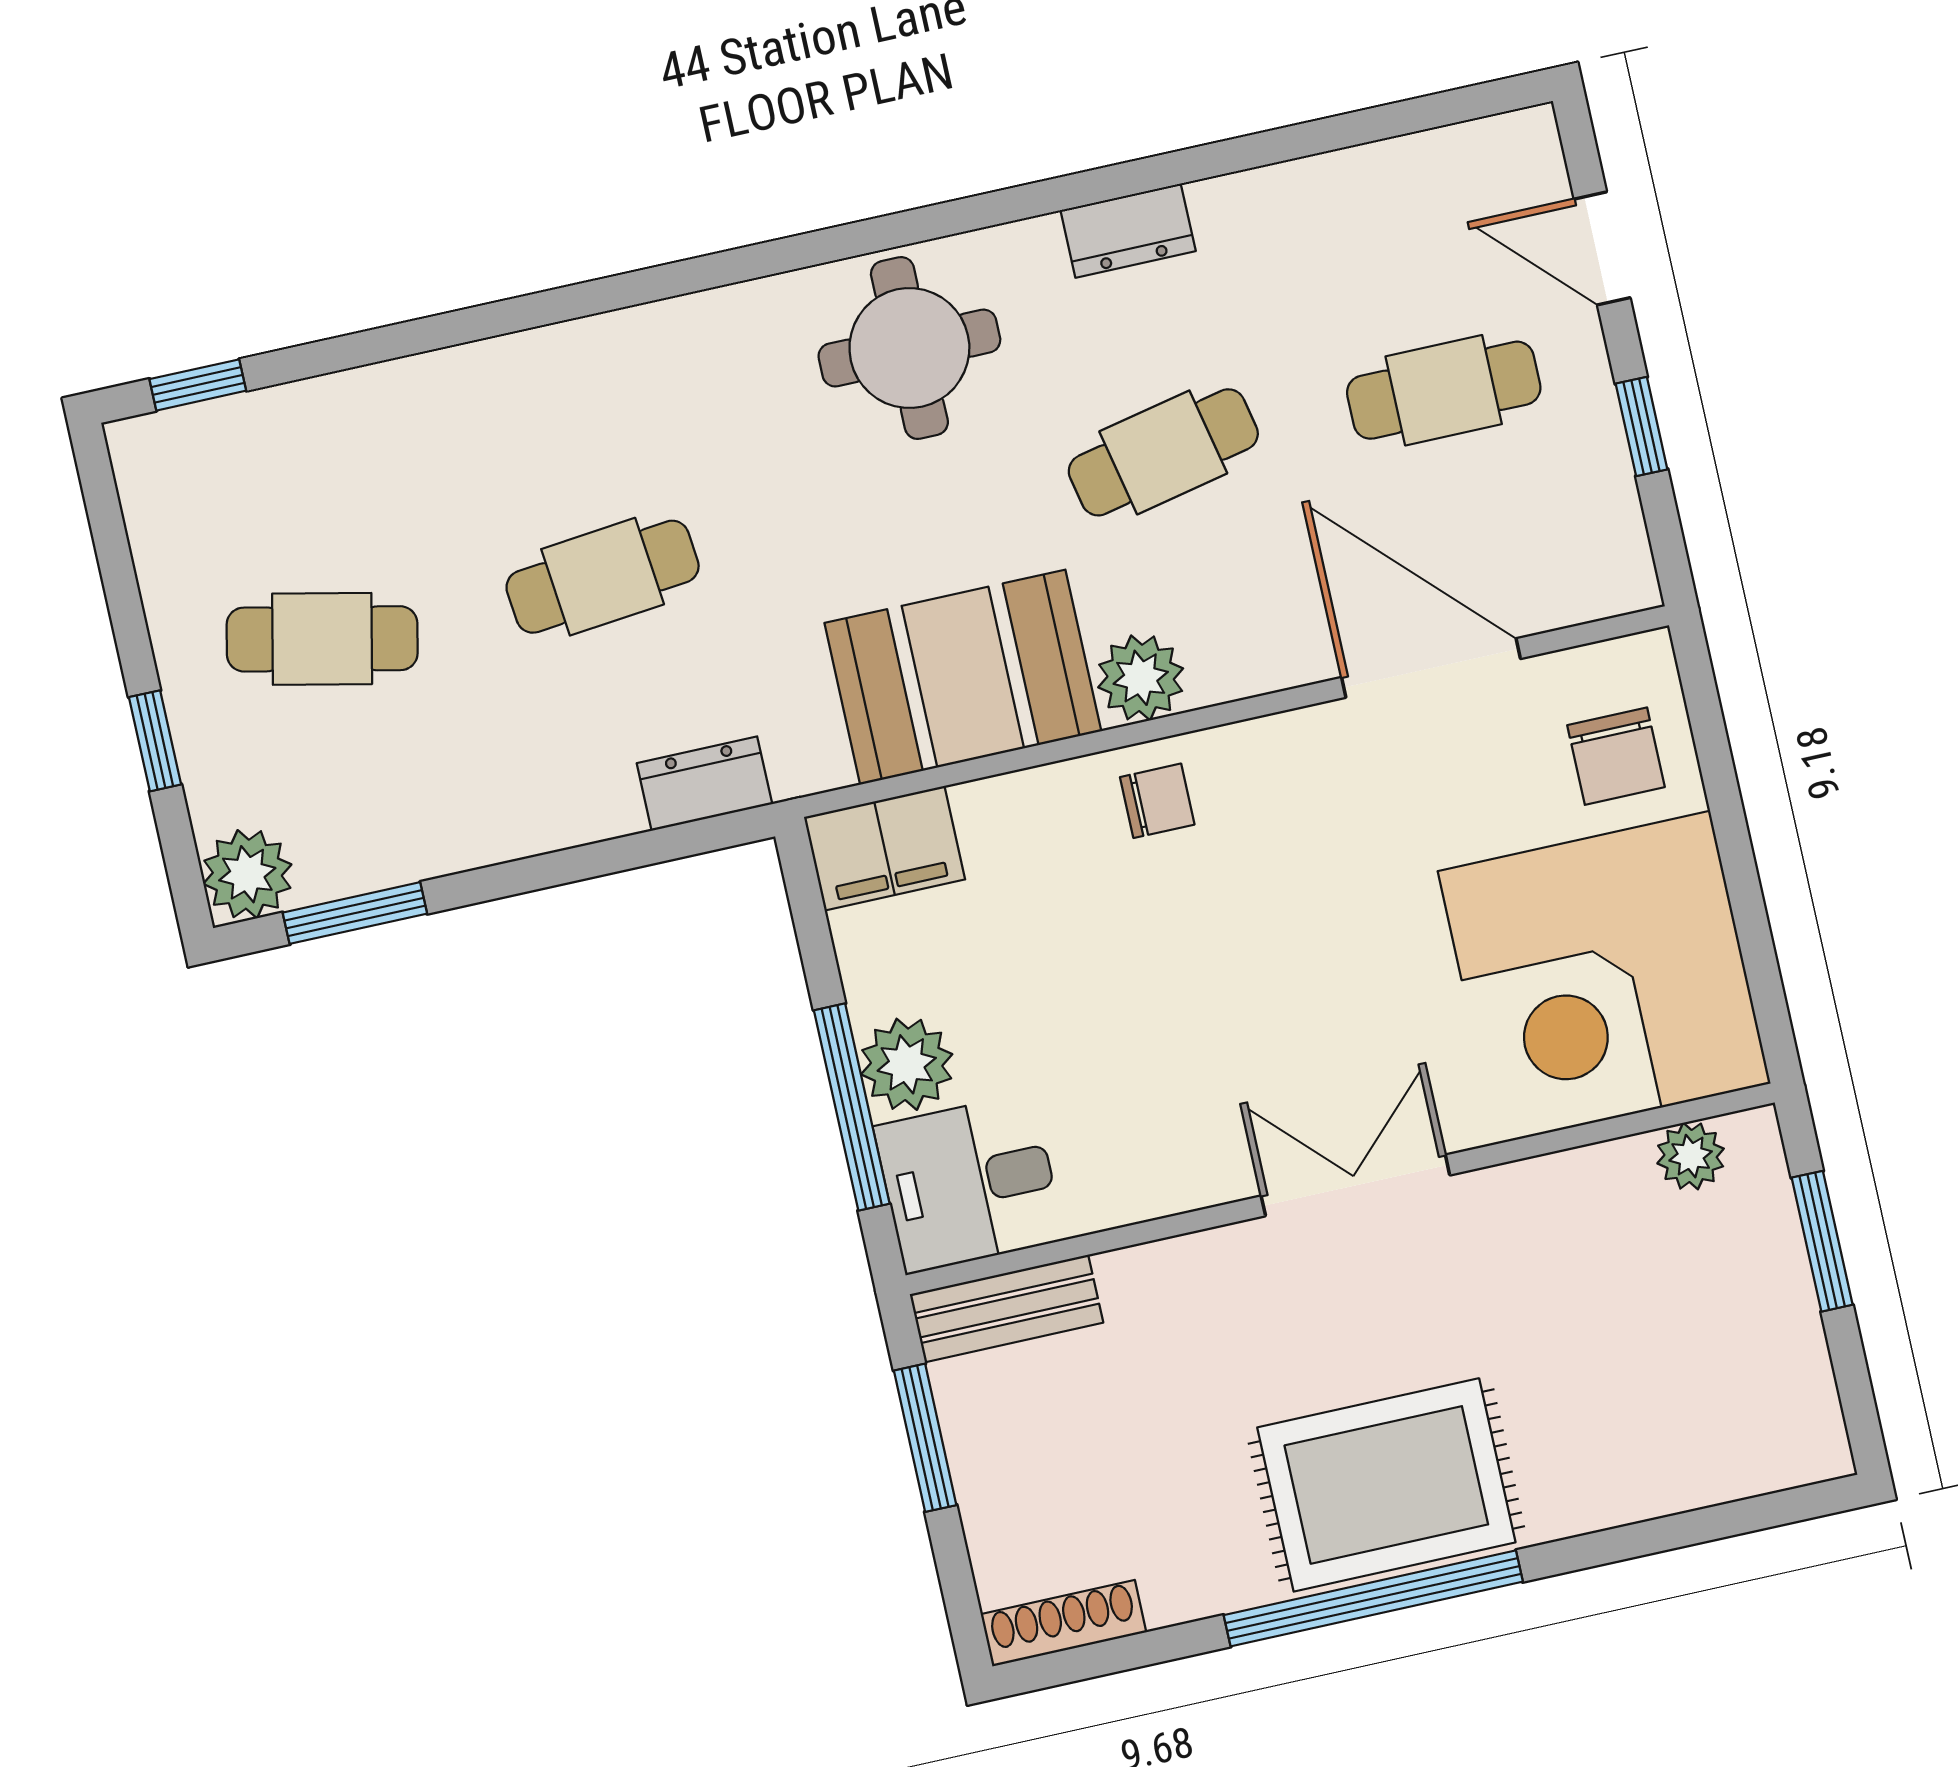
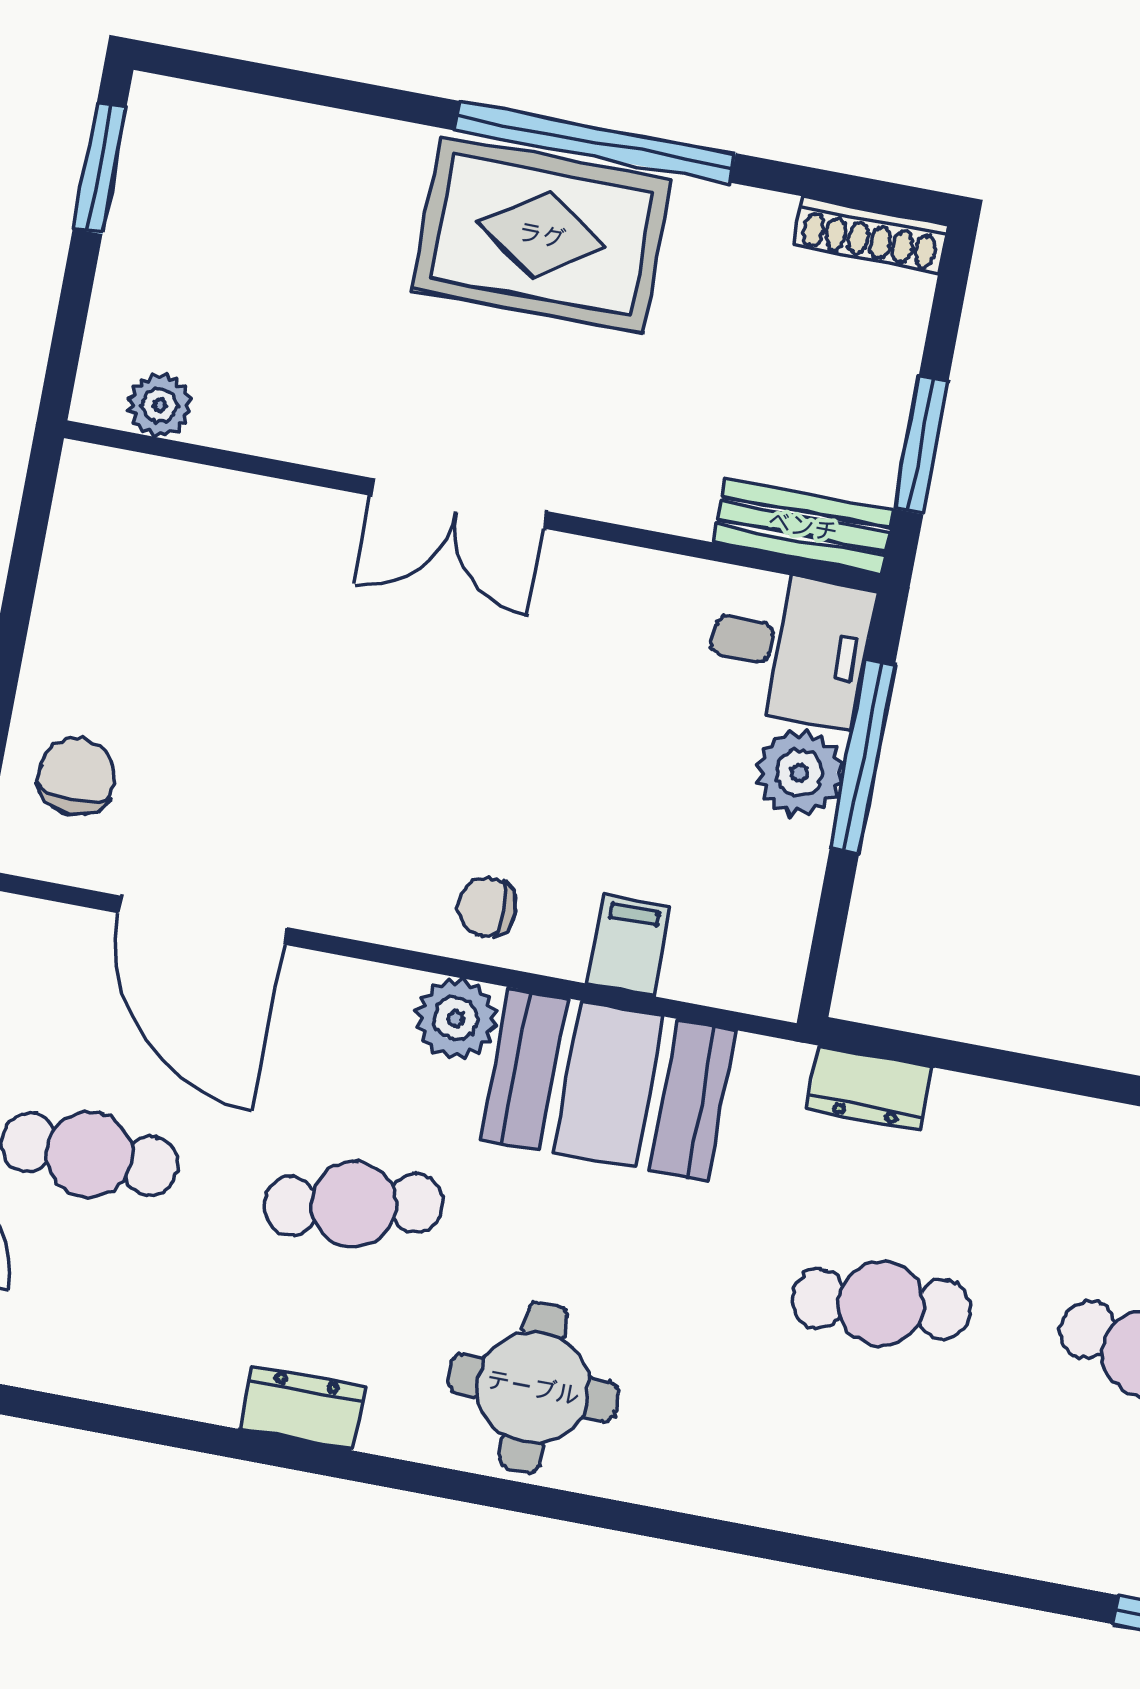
filing cabinet: (885, 848) -> (629, 946), moved, width x0.50
corner desk: (1604, 977) -> (168, 591), removed
window: (1822, 1241) -> (100, 168), moved

